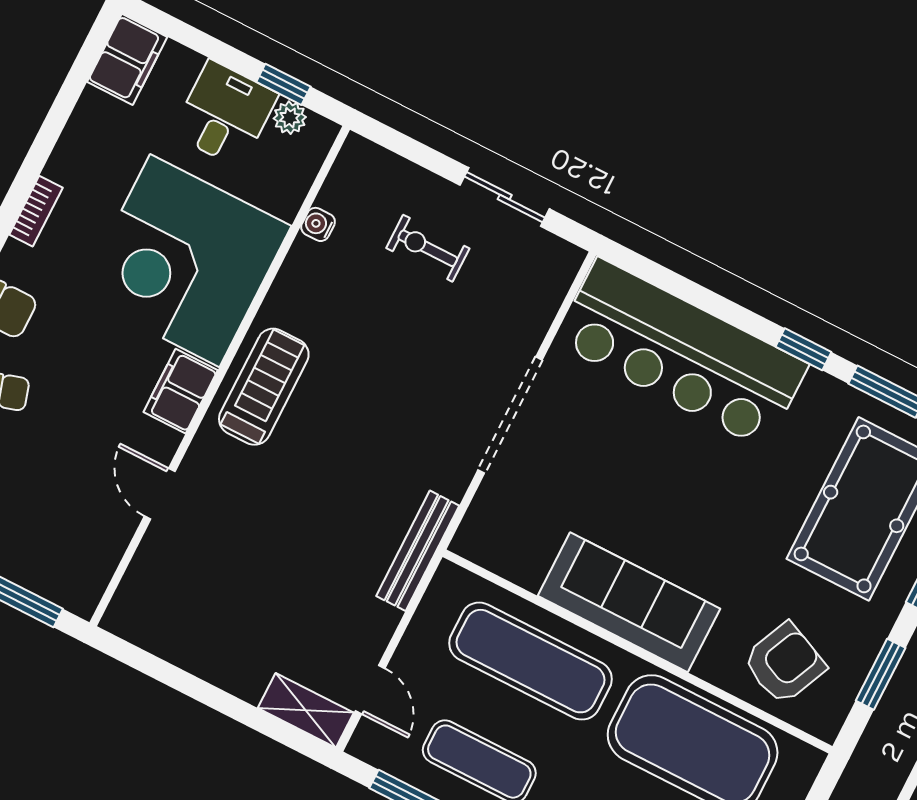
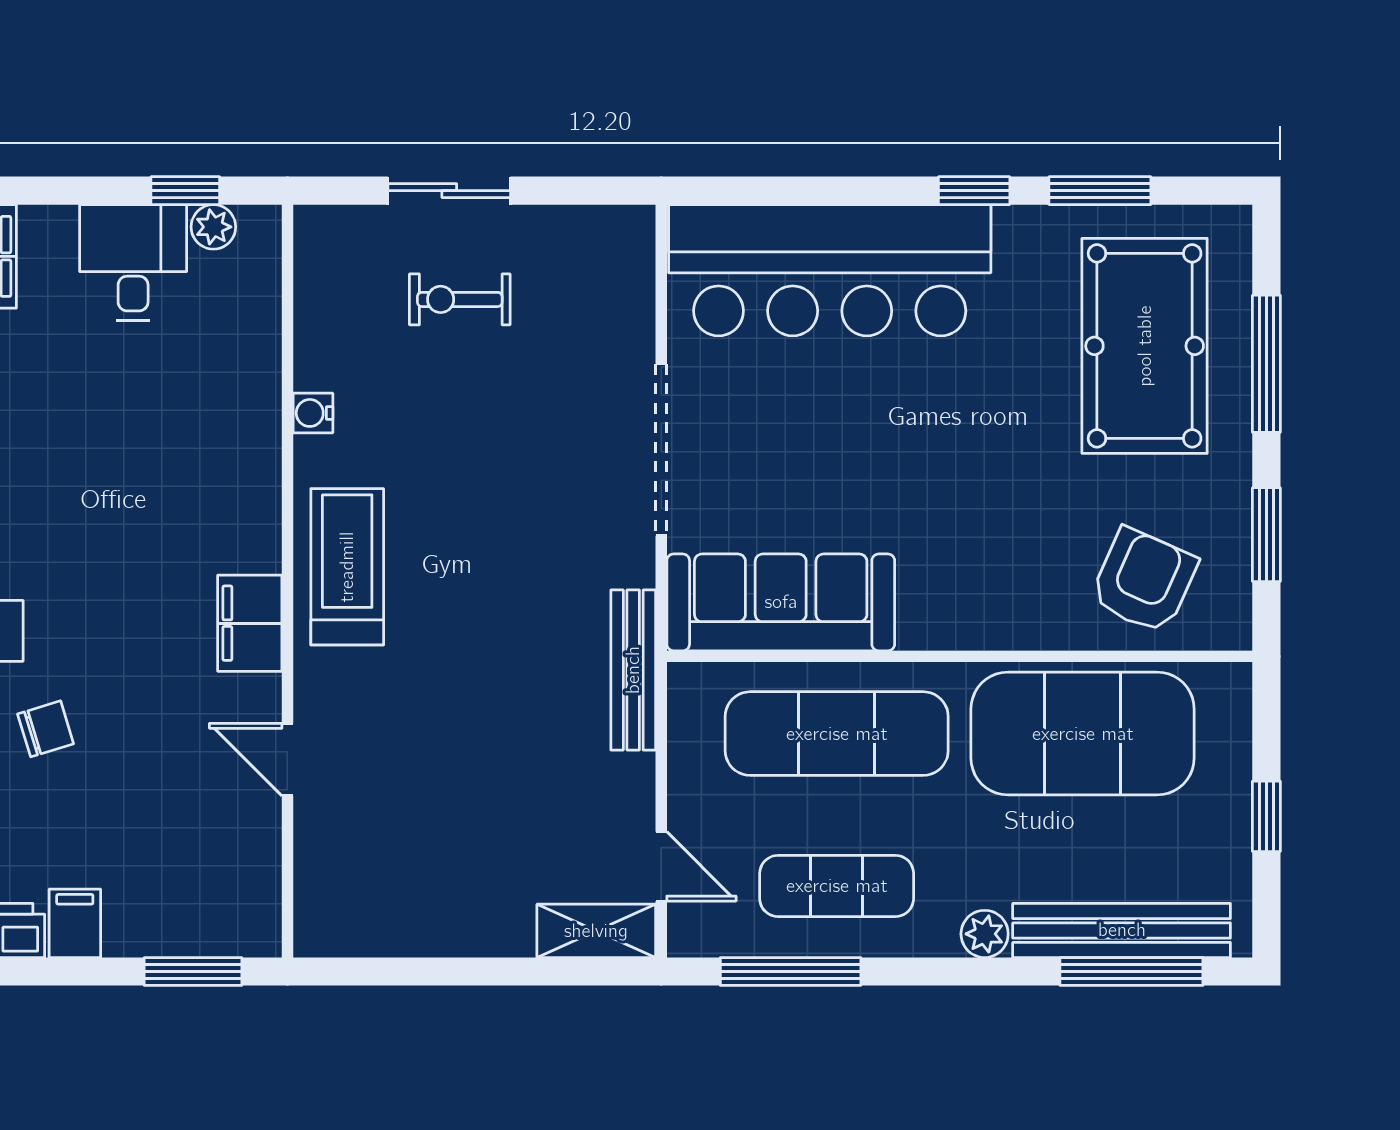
sliding door: (505, 197) -> (449, 191), moved
water cooler: (318, 224) -> (313, 413), moved
corner desk: (185, 261) -> (175, 463), removed
sofa: (629, 602) -> (781, 602), moved

